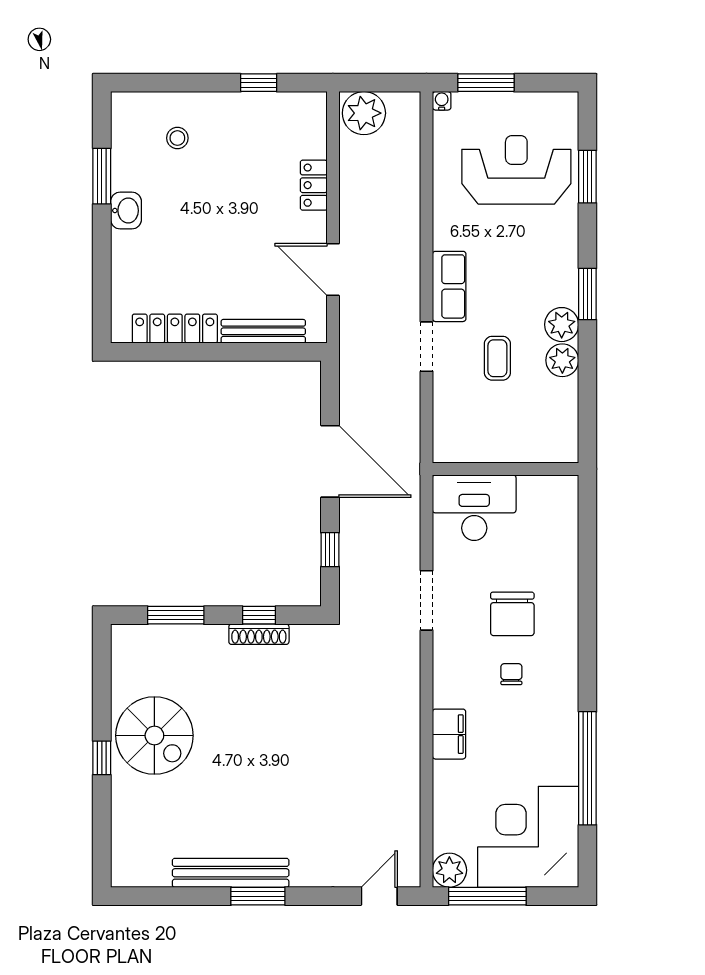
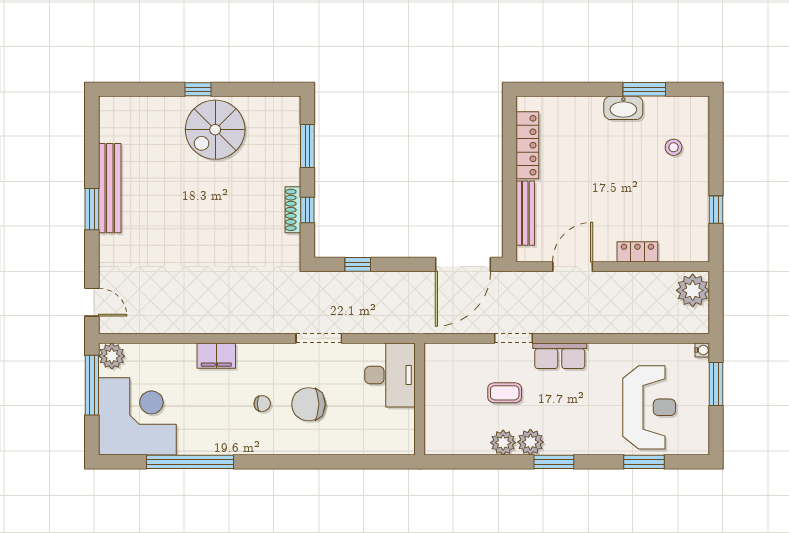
washbasin: (126, 211) -> (623, 108), width x1.38
door: (330, 461) -> (463, 264), moved

